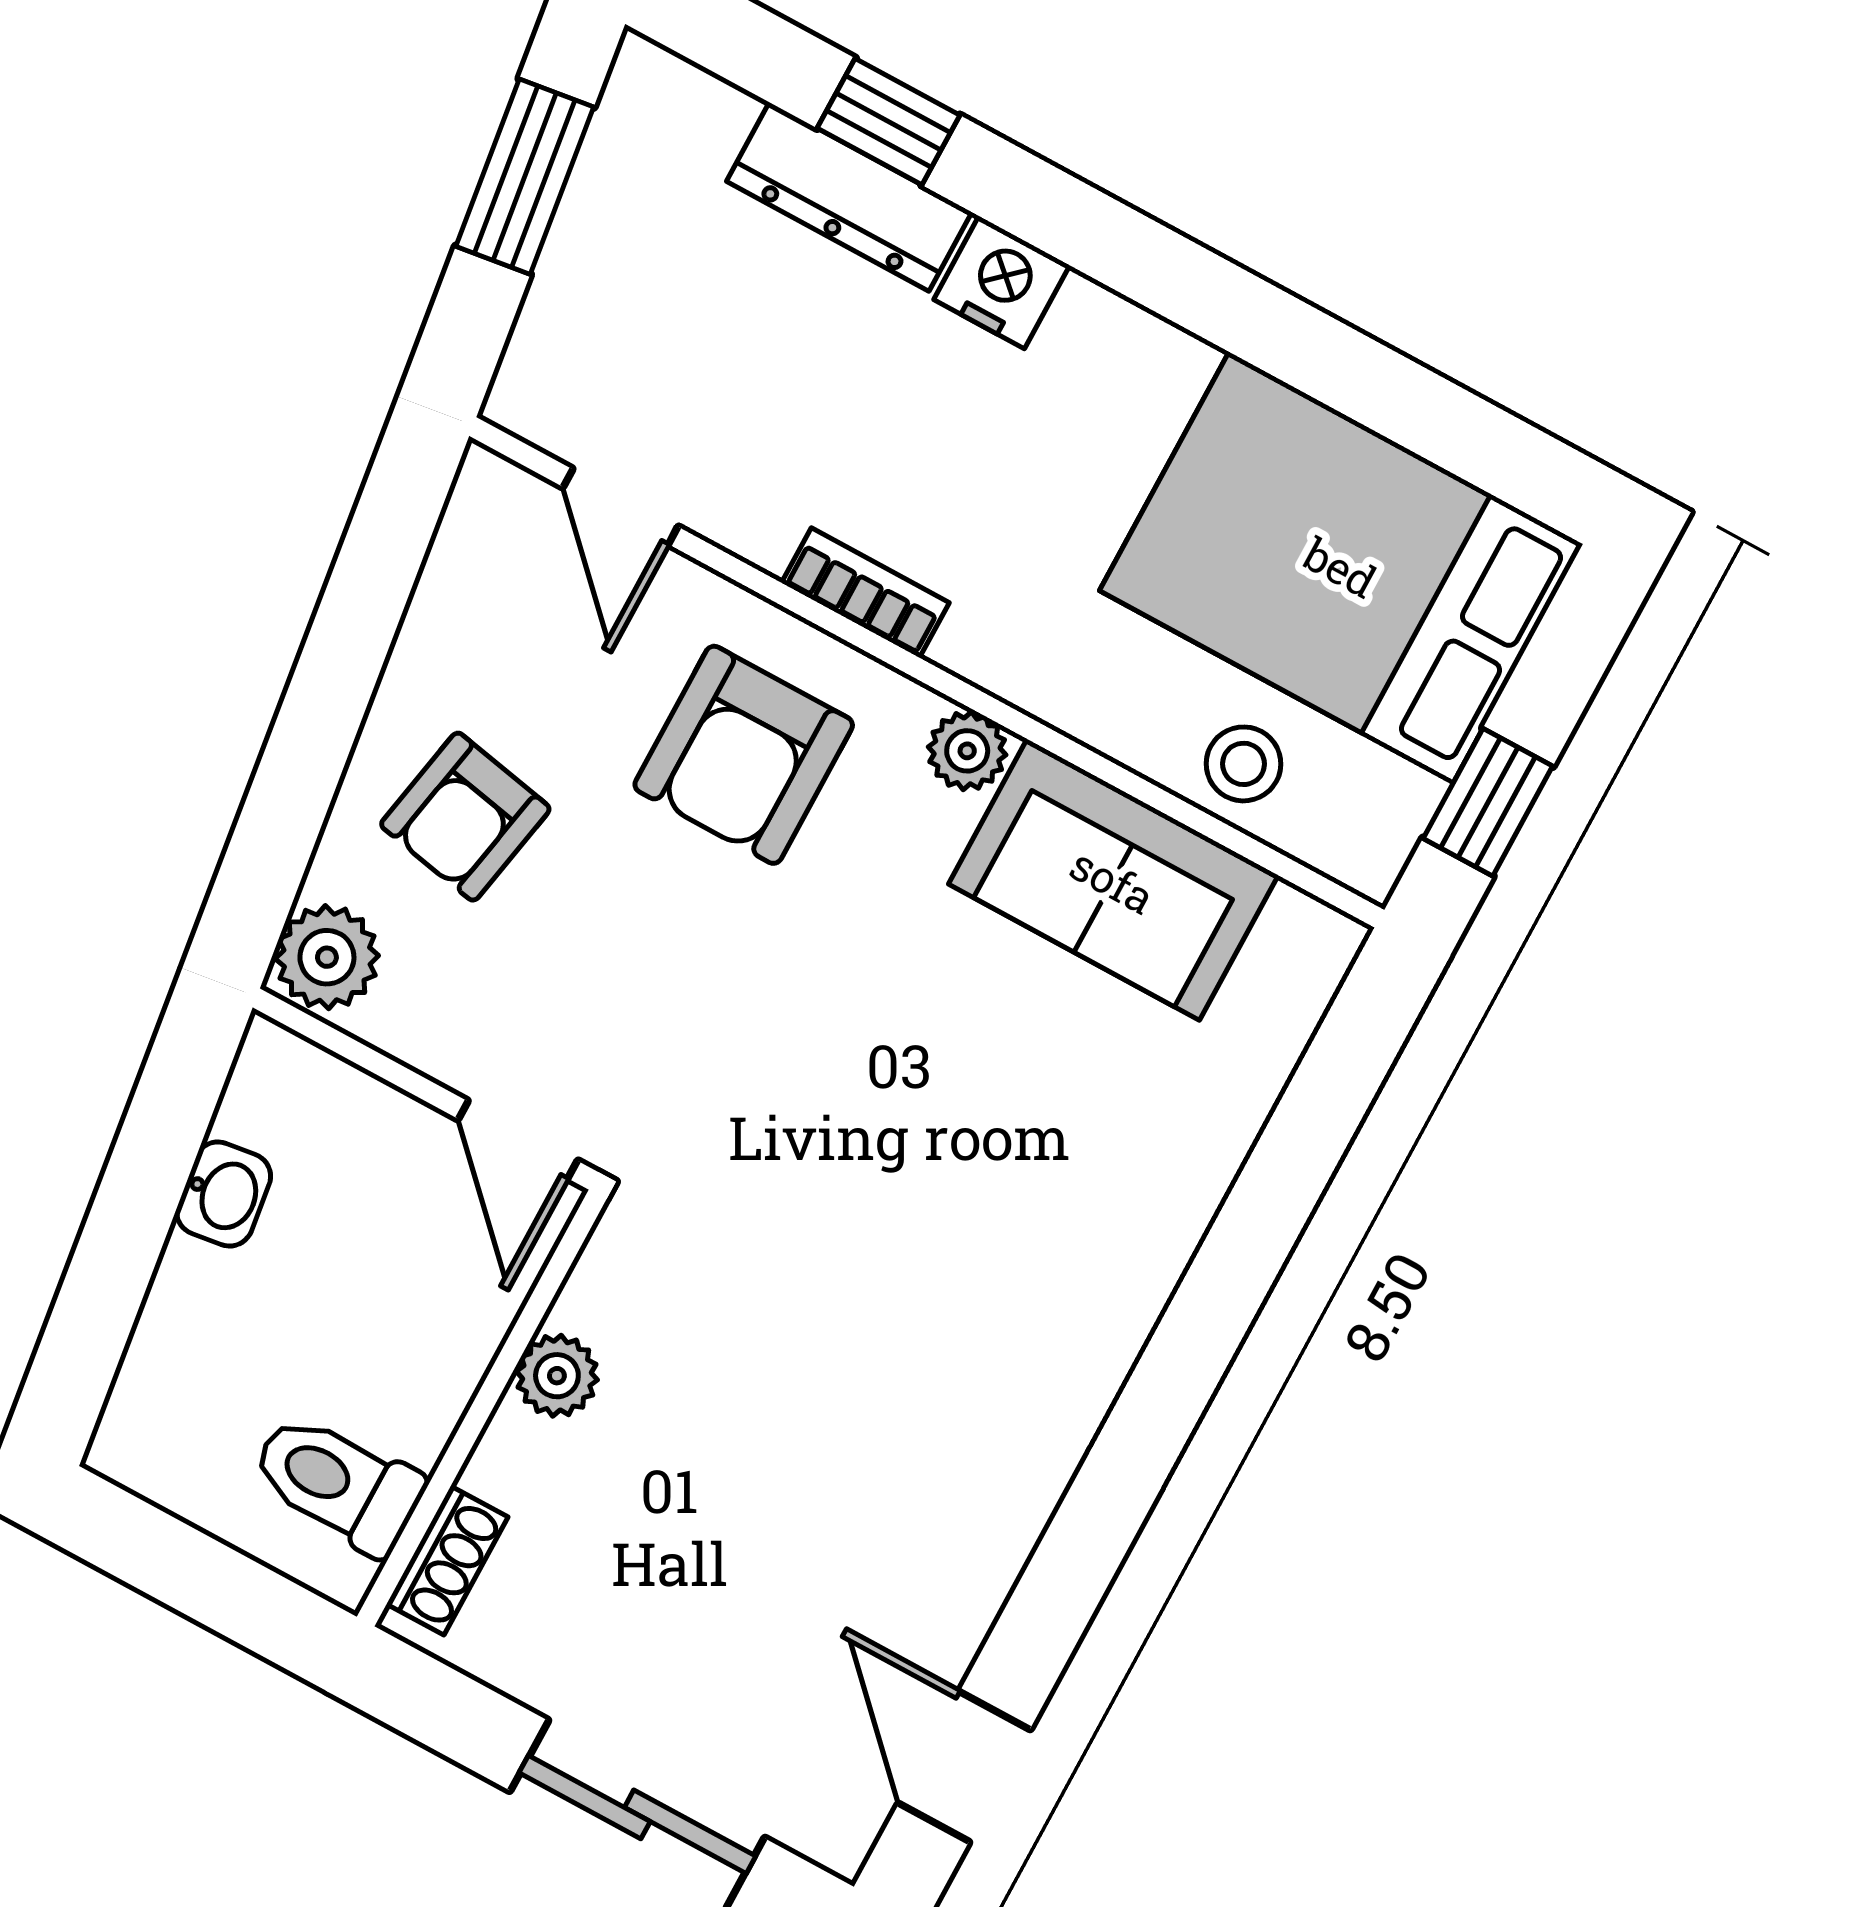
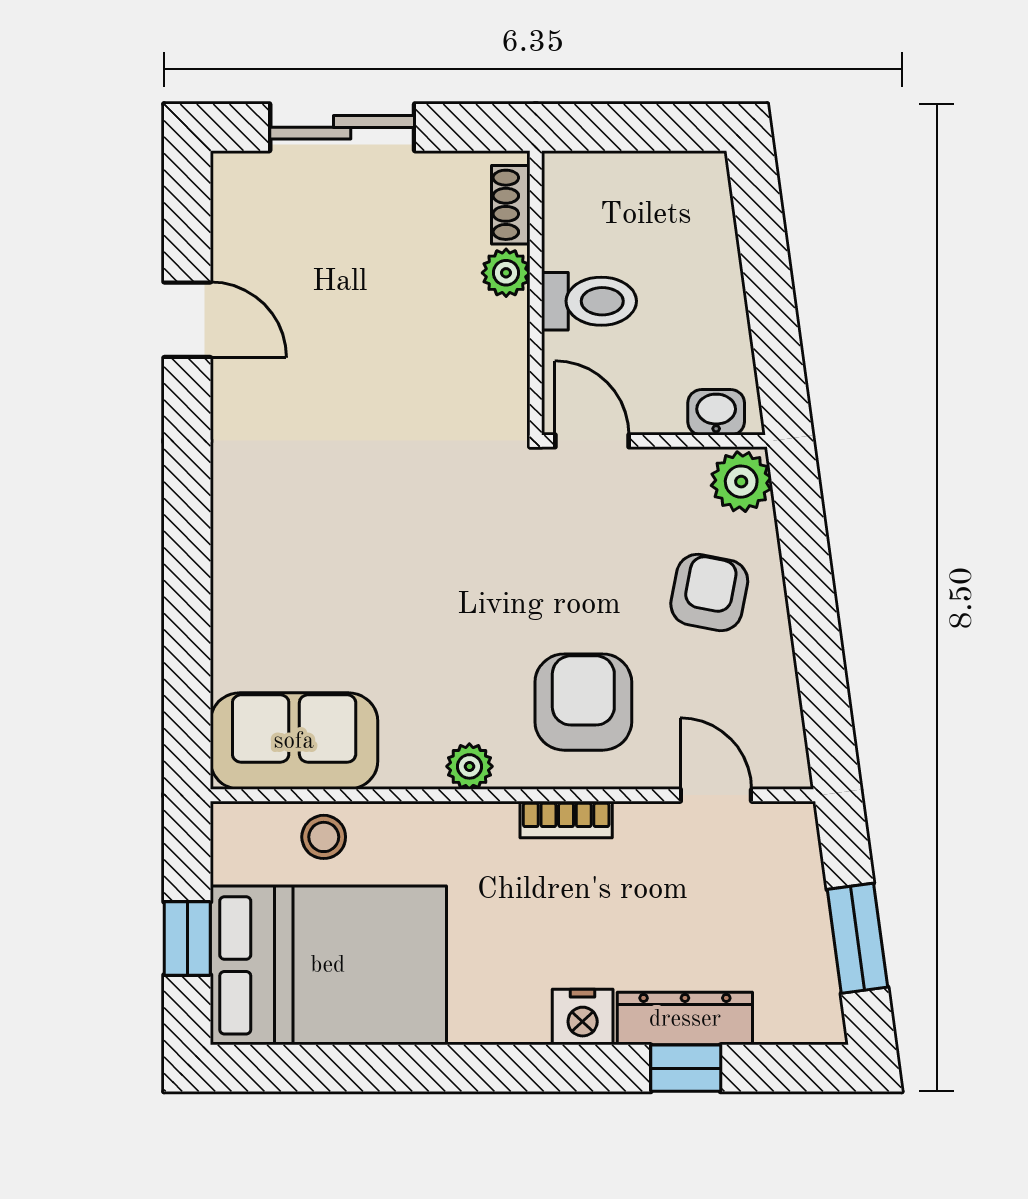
window: (1488, 802) -> (187, 938), moved
sofa: (1113, 880) -> (294, 741), moved
washbasin: (224, 1194) -> (716, 412), moved, turned 98
plant: (557, 1376) -> (506, 273), moved
toilet: (337, 1483) -> (589, 301), moved
door: (964, 1767) -> (187, 320), moved

